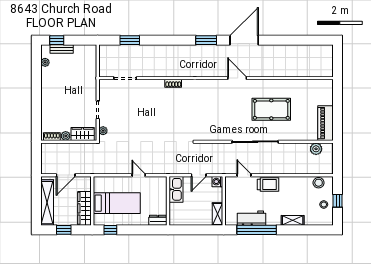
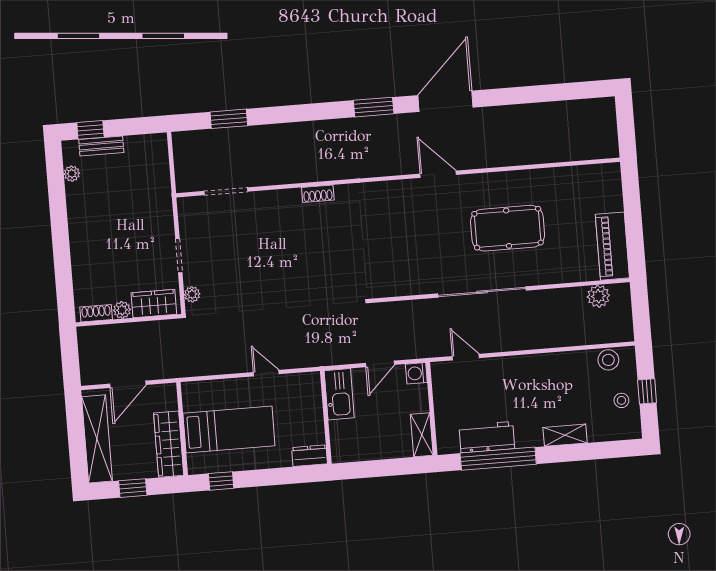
trolley: (268, 184) -> (513, 371), removed

